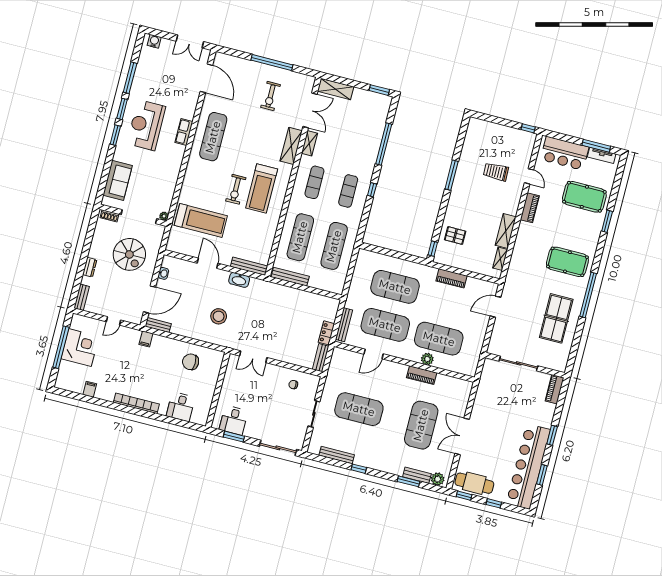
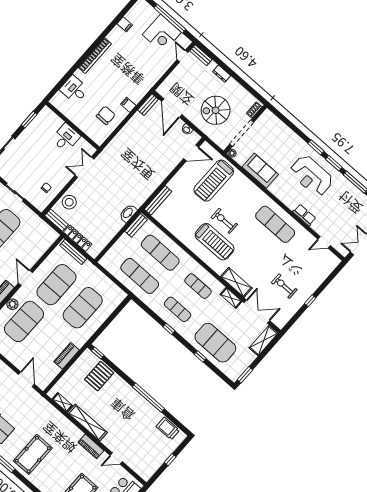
window: (272, 63) -> (310, 301), width x0.32
door: (206, 78) -> (324, 242), width x0.53
double door: (310, 110) -> (257, 312), swing flipped
reception desk: (146, 125) -> (311, 176), turned 180
window: (528, 128) -> (170, 460), moved
row of seats: (184, 132) -> (304, 215), moved
exercise mat: (362, 136) -> (215, 343), added
window: (384, 144) -> (200, 356), width x0.32
trolley: (496, 172) -> (168, 428), moved, turned -89
window: (452, 175) -> (148, 398), width x1.46
sofa: (118, 180) -> (260, 171), moved, turned 180
treadmill: (262, 188) -> (215, 242), turned 180
shelving: (506, 231) -> (87, 423), width x1.47
pallet: (455, 236) -> (99, 376), width x1.50, depth x1.42
door: (208, 263) -> (191, 153), moved
bench: (290, 277) -> (136, 225), width x0.73
washbasin: (239, 280) -> (128, 213), moved
stool: (219, 316) -> (69, 202), moved
door: (114, 321) -> (182, 56), moved
locker: (326, 333) -> (78, 238), width x1.53
filing cabinet: (146, 339) -> (128, 105), moved
door: (374, 354) -> (25, 278), moved
desk: (234, 420) -> (66, 138), moved, turned 90

